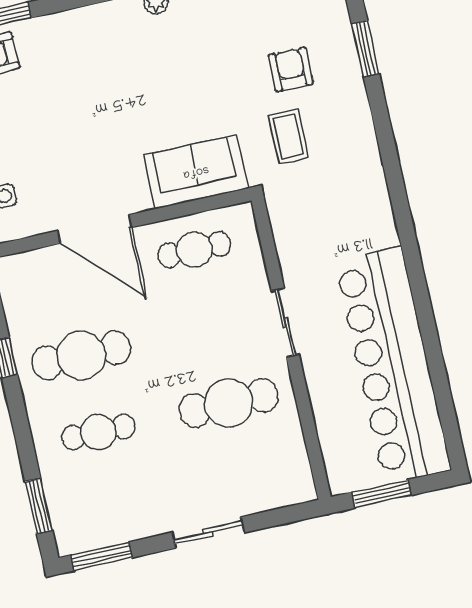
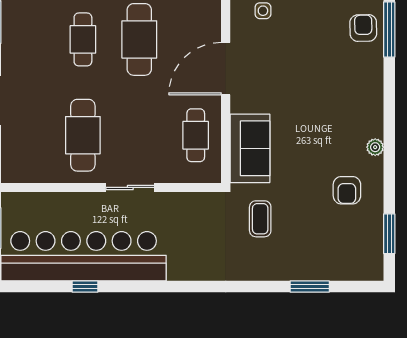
armchair: (291, 69) -> (347, 190), moved, turned 90
coffee table: (288, 136) -> (260, 219), turned 90
window: (434, 354) -> (85, 287), added

